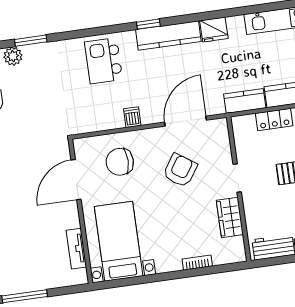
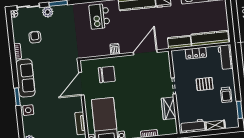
chair: (120, 162) -> (107, 74), turned 180
armchair: (180, 170) -> (141, 80), removed

